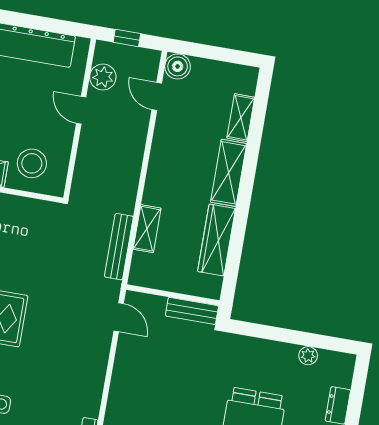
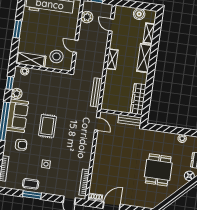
boiler: (178, 66) -> (139, 14), moved
door: (81, 110) -> (76, 46), moved
shelving: (147, 229) -> (112, 59), moved
wardrobe: (216, 240) -> (138, 99), moved

